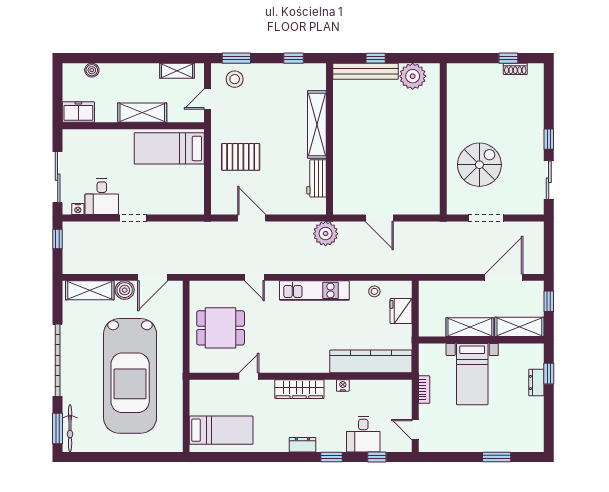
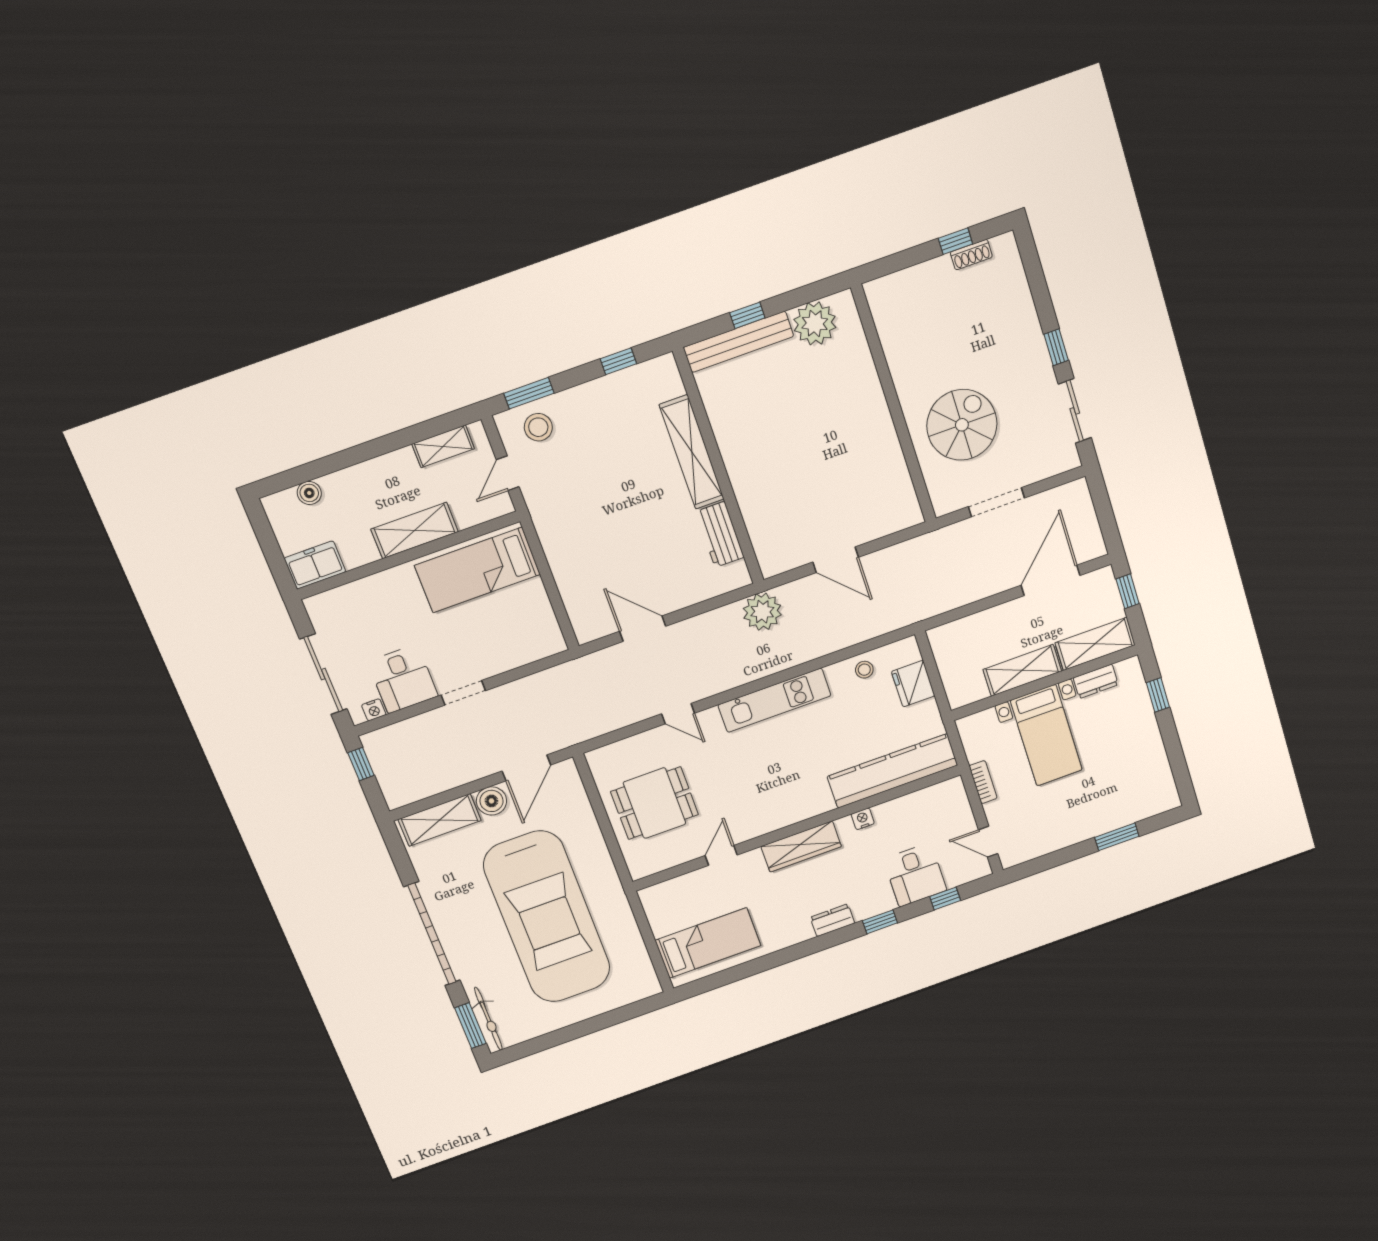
pallet: (241, 157) -> (592, 544), removed
dresser: (536, 382) -> (1096, 681), moved, turned -90

